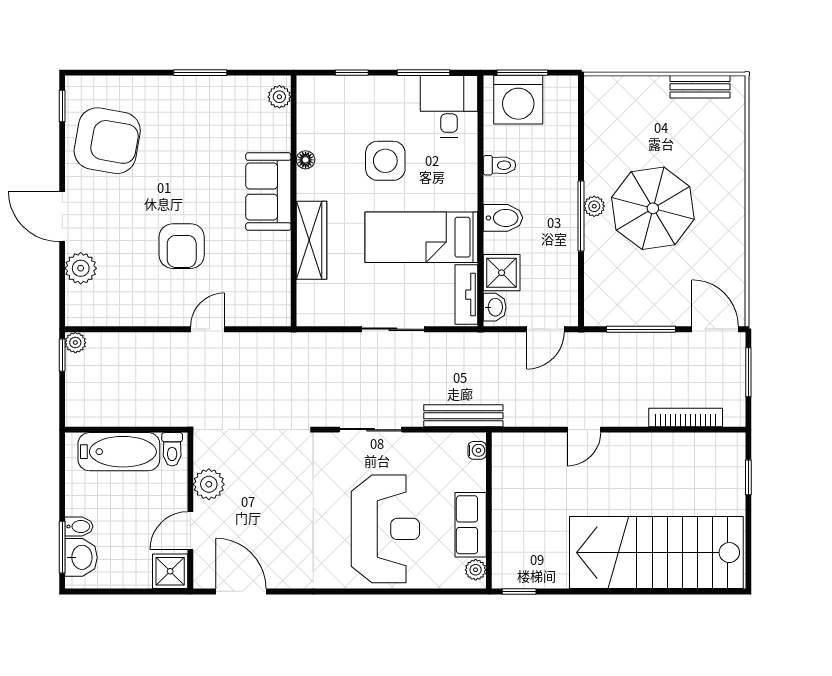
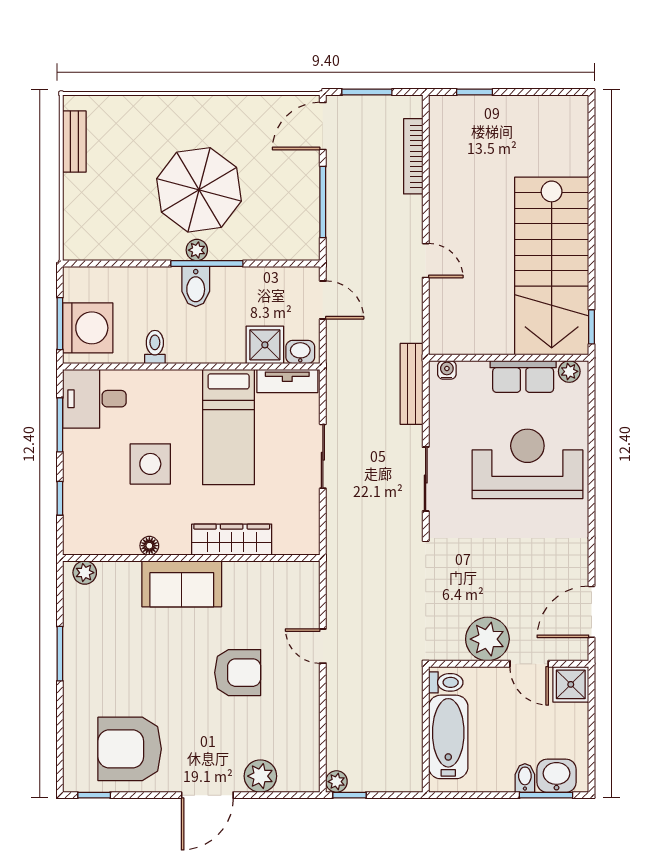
armchair: (107, 141) -> (130, 749), turned -100
bidet: (503, 218) -> (196, 286), moved, turned 180
plant: (209, 484) -> (487, 639), width x1.36, depth x1.36
stairs: (656, 553) -> (552, 266), moved

